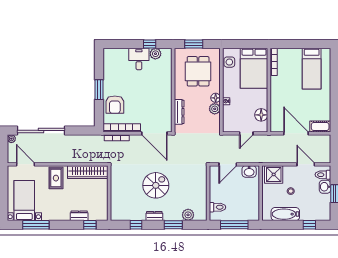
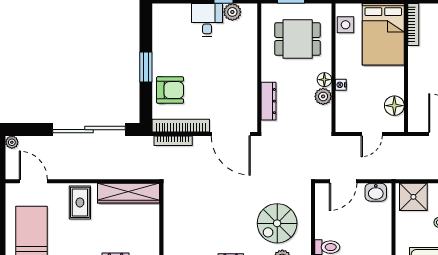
dining table: (198, 71) -> (298, 39), turned 90
armchair: (115, 105) -> (170, 90), turned -90
sliding door: (41, 130) -> (89, 130), moved
spiral stairs: (156, 185) -> (277, 223), moved, turned 180

